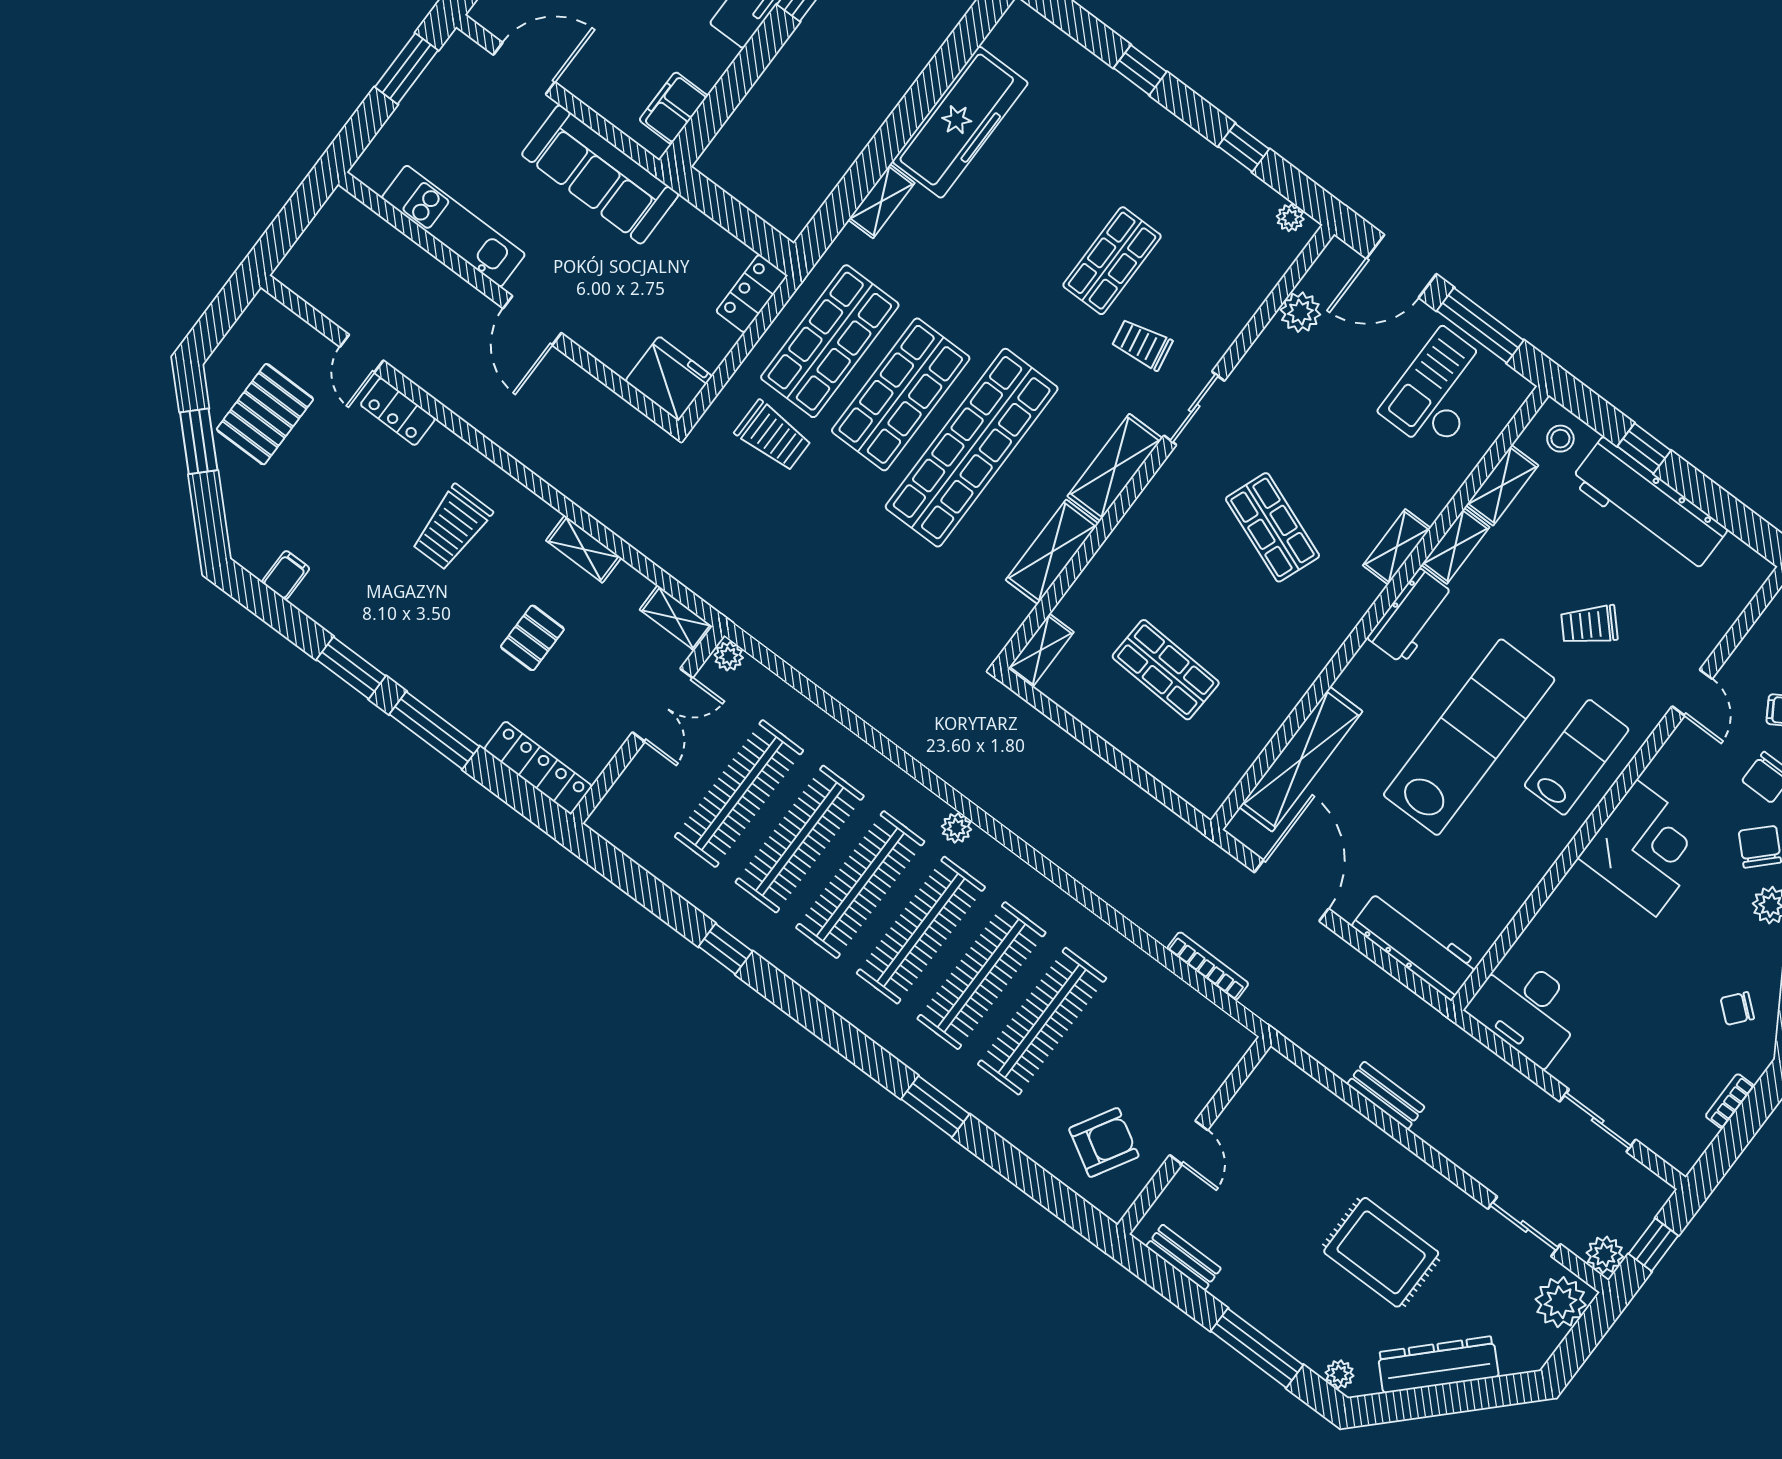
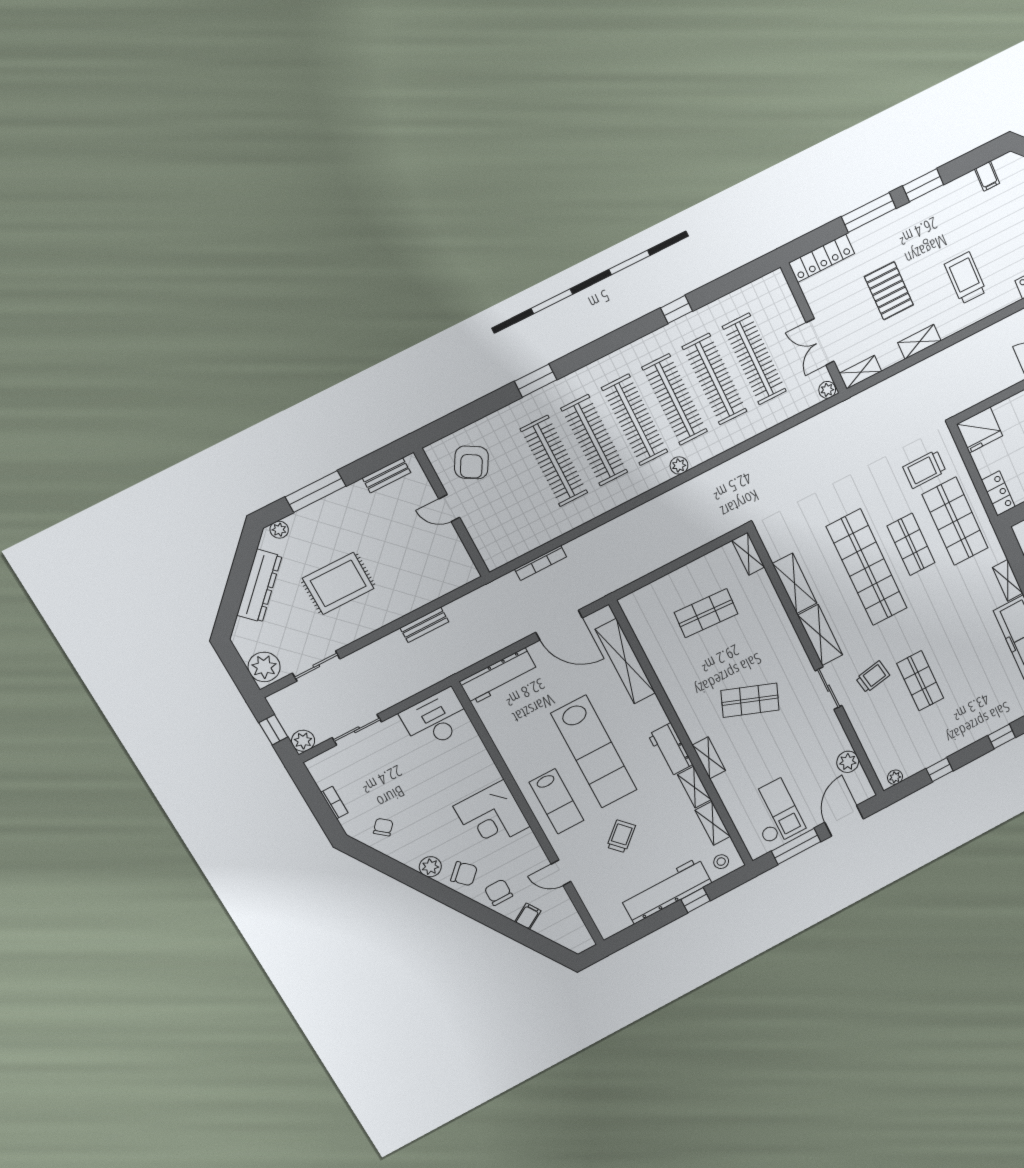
shop shelf: (901, 394) -> (911, 544), width x0.70, depth x0.74
pallet: (532, 638) -> (889, 291), width x1.50, depth x1.42
plant: (1605, 1255) -> (303, 741), moved

